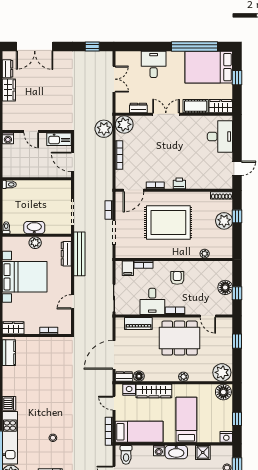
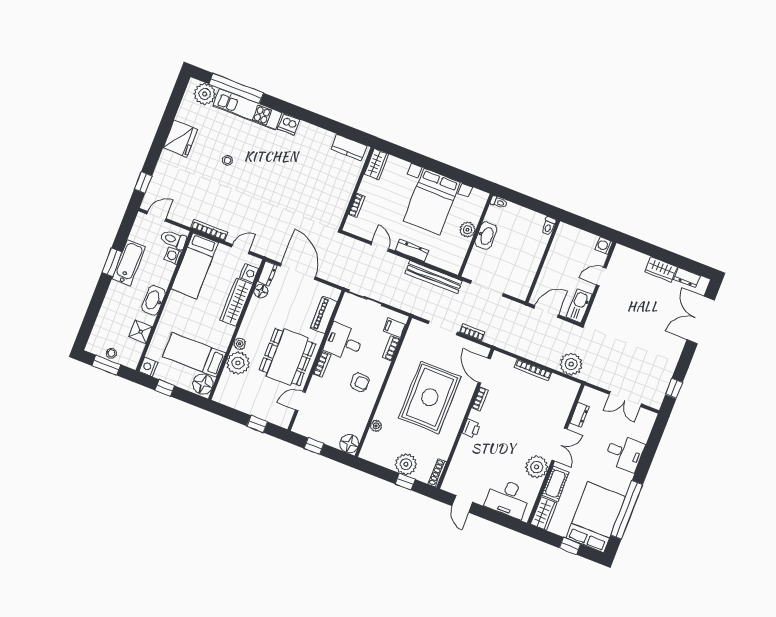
plant: (124, 124) -> (537, 467), moved
dresser: (66, 254) -> (412, 251), moved
floor lamp: (225, 287) -> (349, 444), moved
plant: (222, 372) -> (238, 363), moved
bed: (186, 420) -> (194, 355), moved, turned 180
washing machine: (159, 451) -> (173, 256), moved

